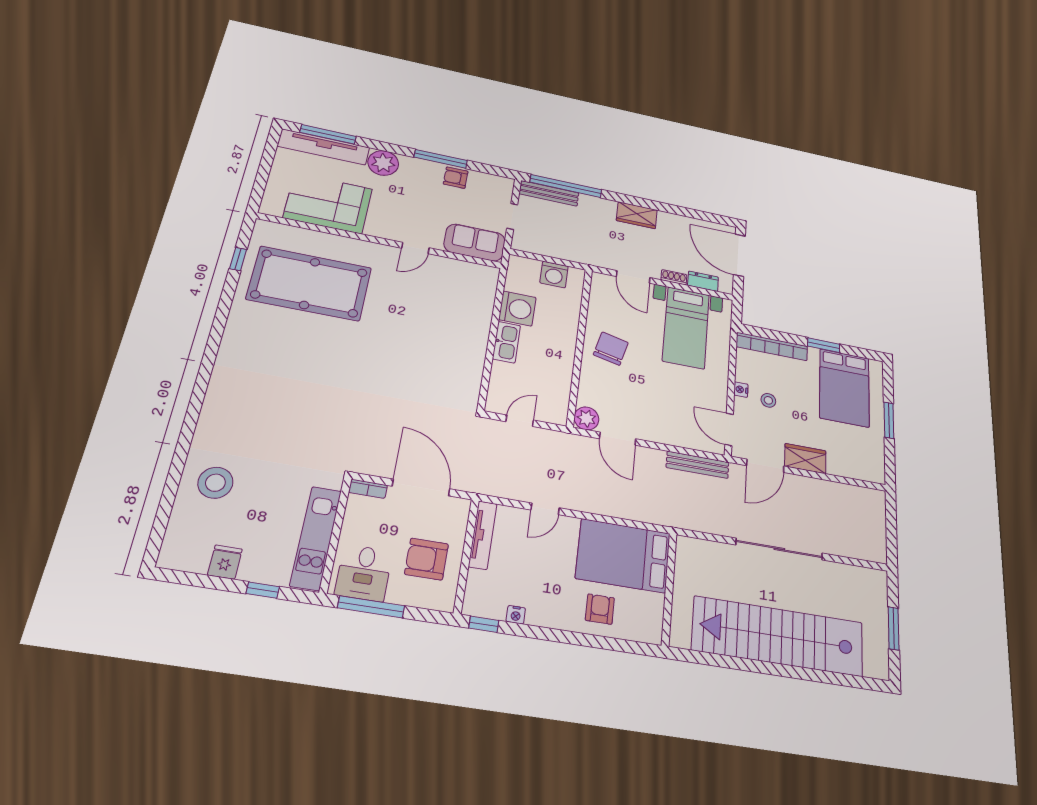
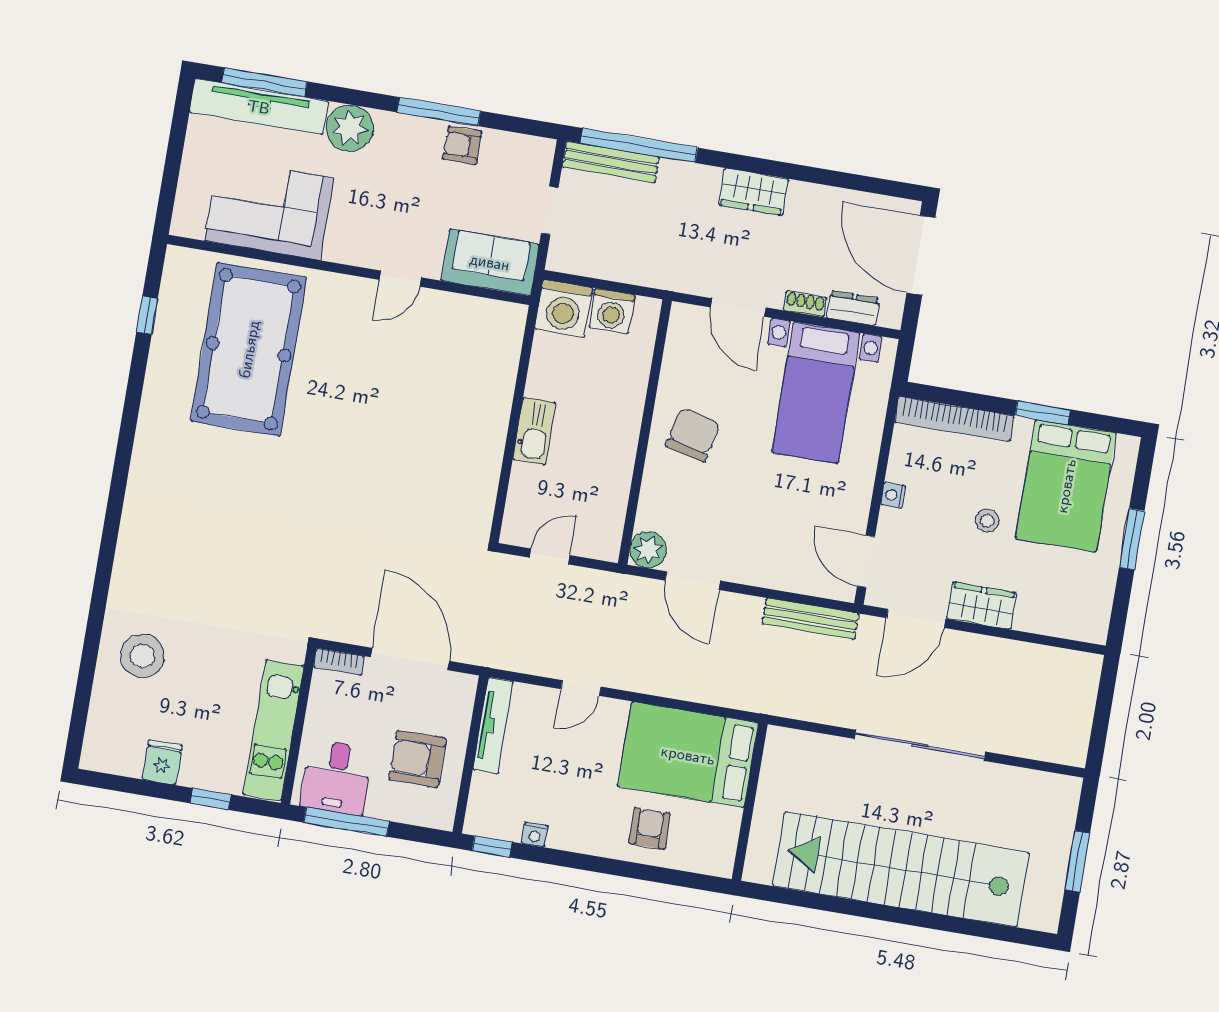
pool table: (310, 283) -> (249, 349), turned 90
washing machine: (517, 309) -> (564, 308), moved, turned 90
stool: (768, 400) -> (987, 521), moved

